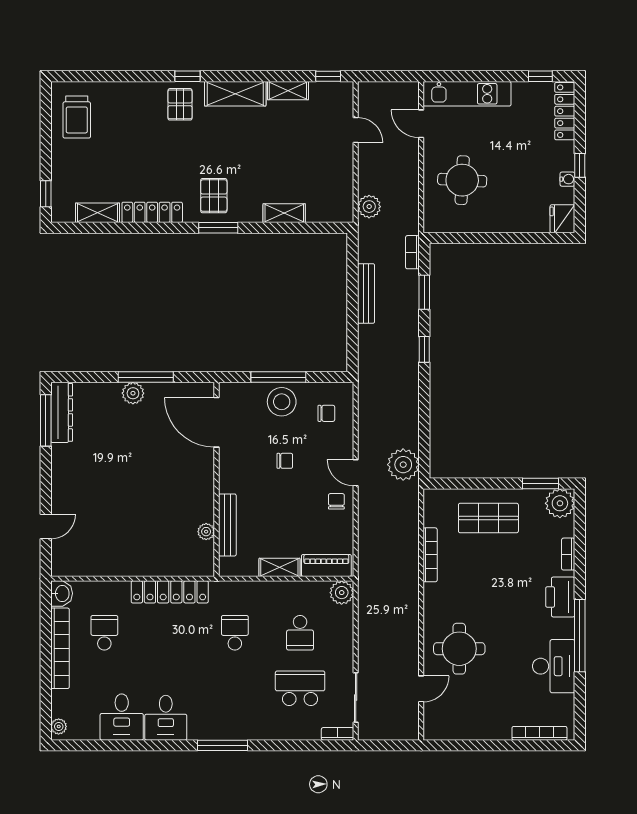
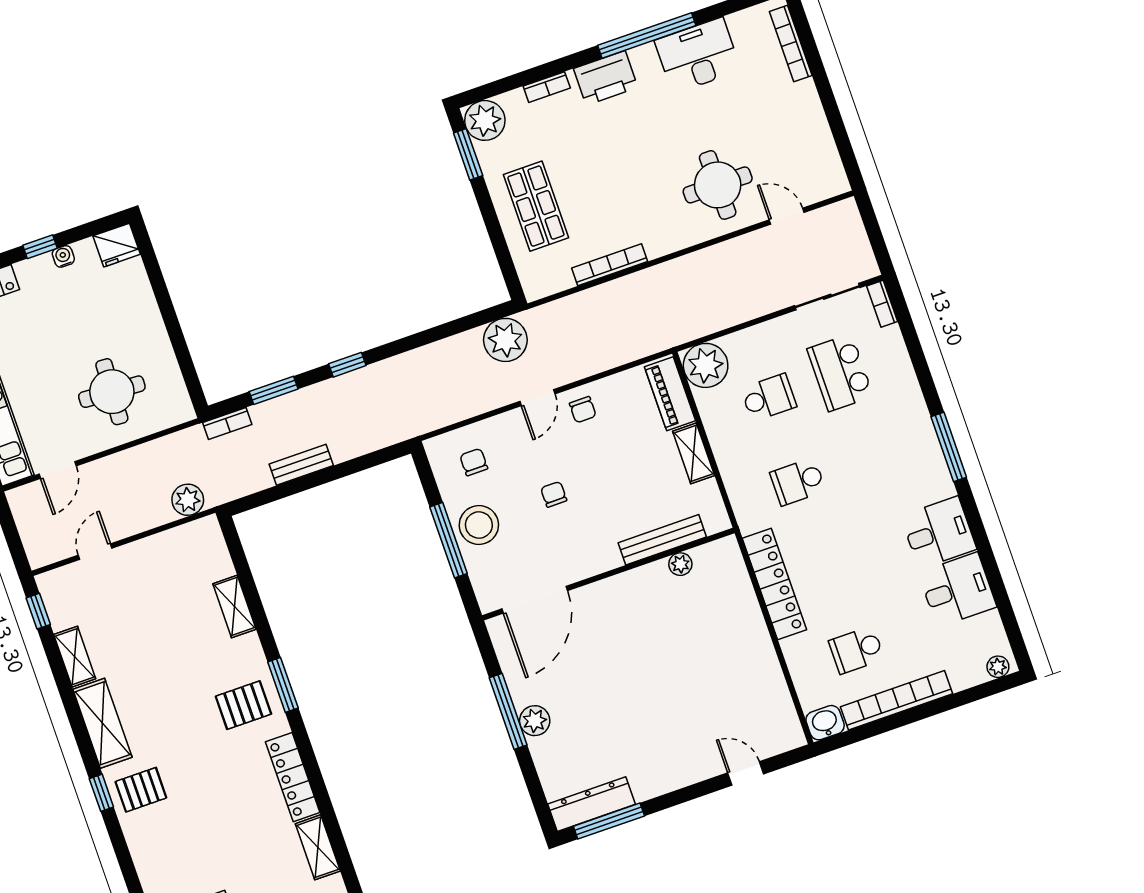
bench: (366, 293) -> (301, 465), width x0.73
chair: (336, 501) -> (583, 410), turned -90
plant: (342, 593) -> (706, 365), width x1.36, depth x1.36

